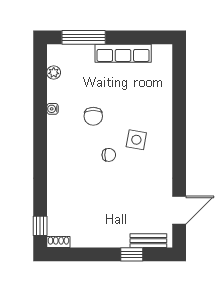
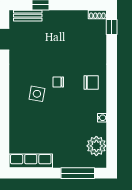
row of seats: (123, 53) -> (31, 161), moved
plant: (54, 72) -> (96, 146), width x1.88, depth x1.88
chair: (93, 116) -> (91, 83), moved, turned 90

